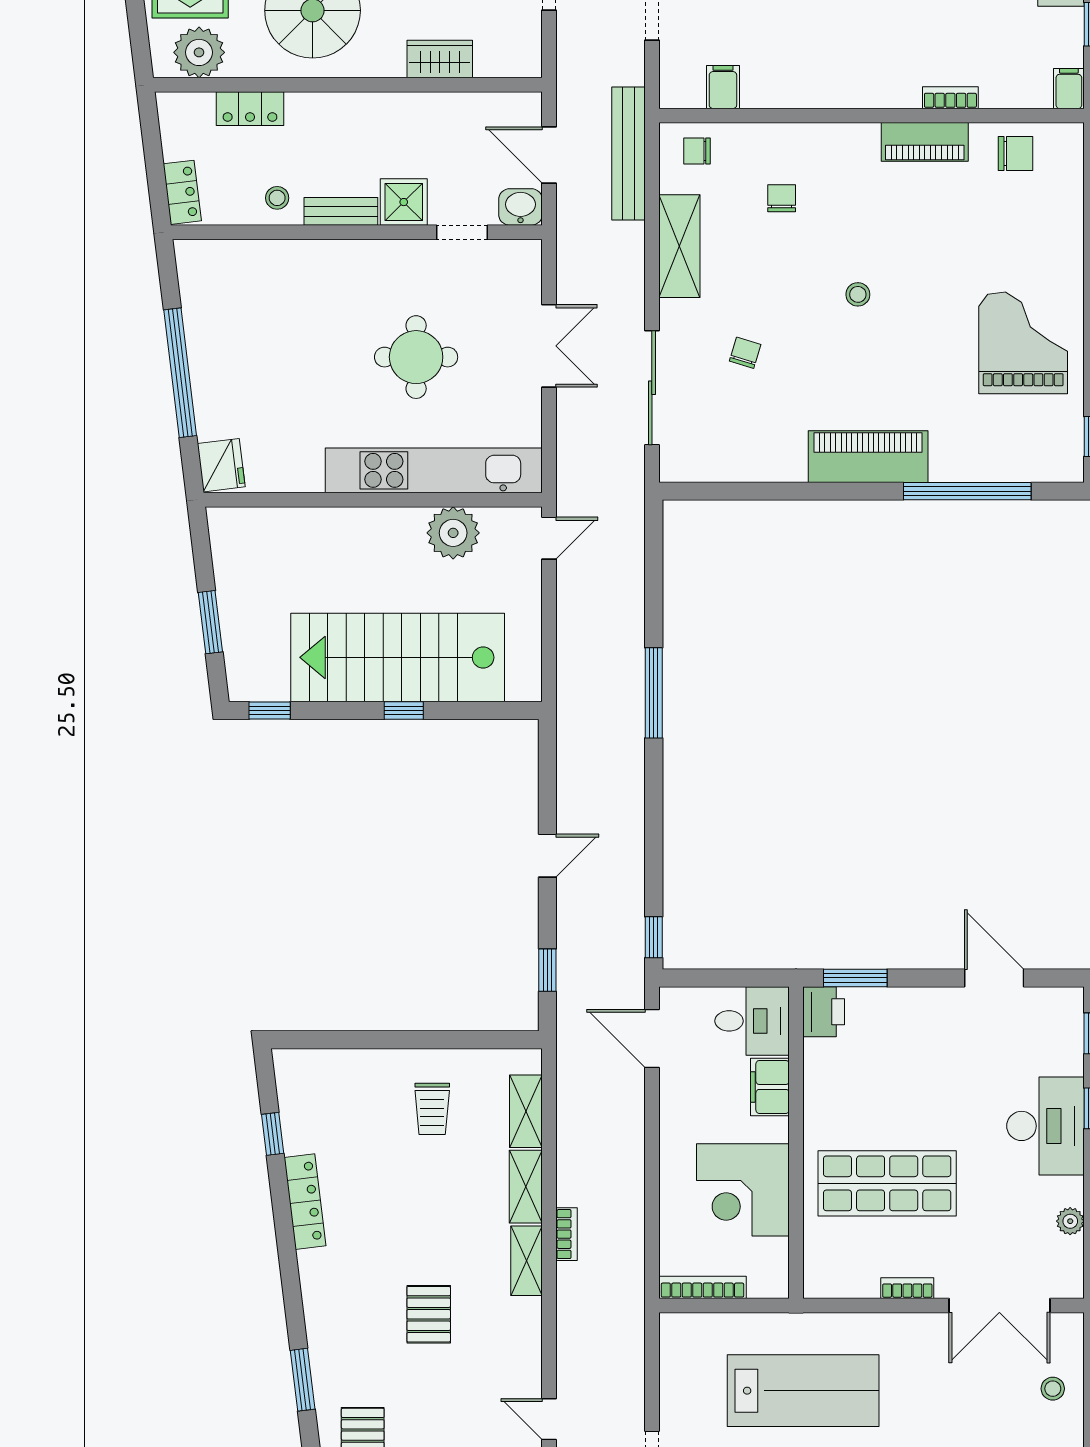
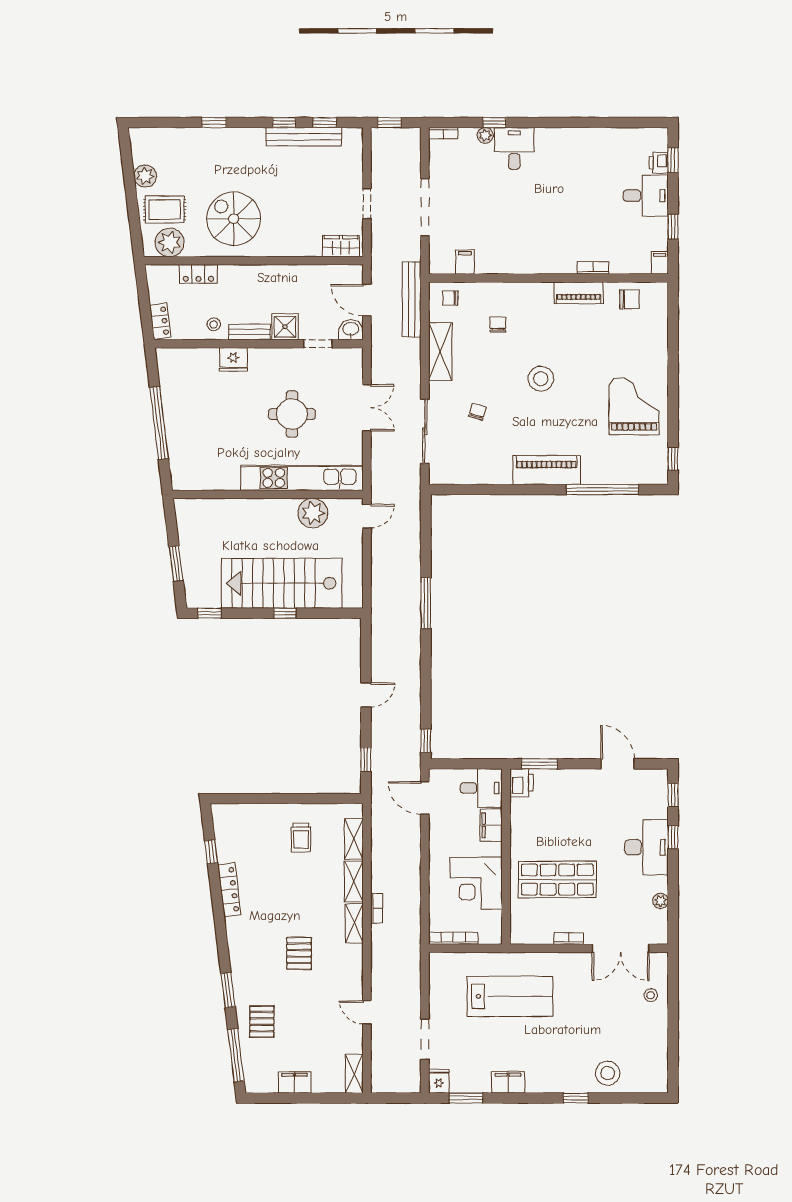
wardrobe: (440, 59) -> (341, 246), moved
stool: (858, 294) -> (541, 379), width x1.89, depth x1.89
fridge: (221, 465) -> (233, 359), moved, turned 97

